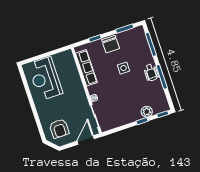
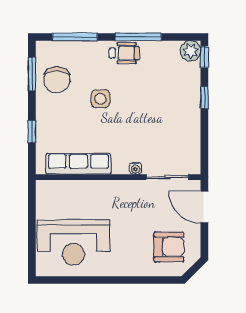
chair: (111, 44) -> (57, 80), moved, turned 90
plant: (147, 112) -> (191, 51), moved

